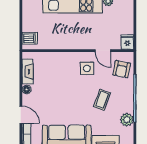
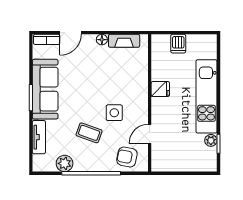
dishwasher: (30, 38) -> (178, 44), moved
fridge: (127, 42) -> (160, 89), moved
side table: (87, 68) -> (114, 113), moved

